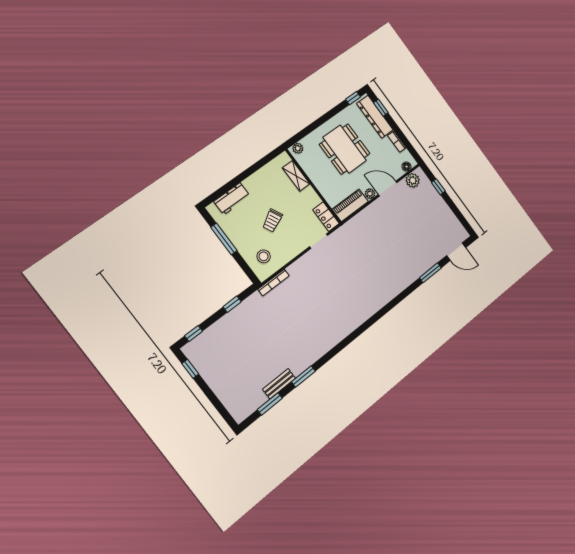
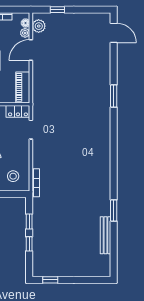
plant: (370, 194) -> (25, 33), moved
door: (456, 252) -> (114, 33), hinge flipped
window: (430, 273) -> (114, 96), moved
window: (194, 333) -> (29, 244), moved
bench: (279, 384) -> (106, 235), width x1.36
window: (270, 404) -> (114, 246), removed

